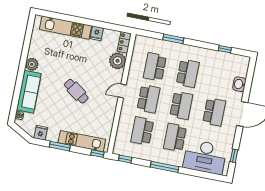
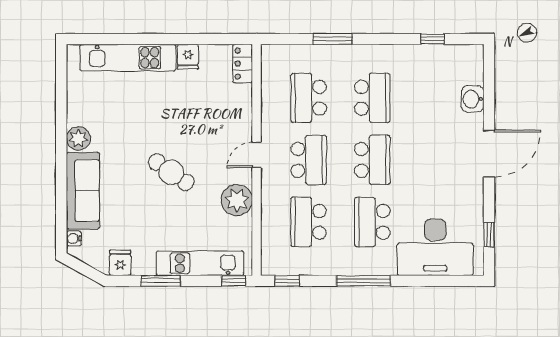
plant: (117, 61) -> (237, 200), moved
school desk: (214, 112) -> (436, 160), removed

